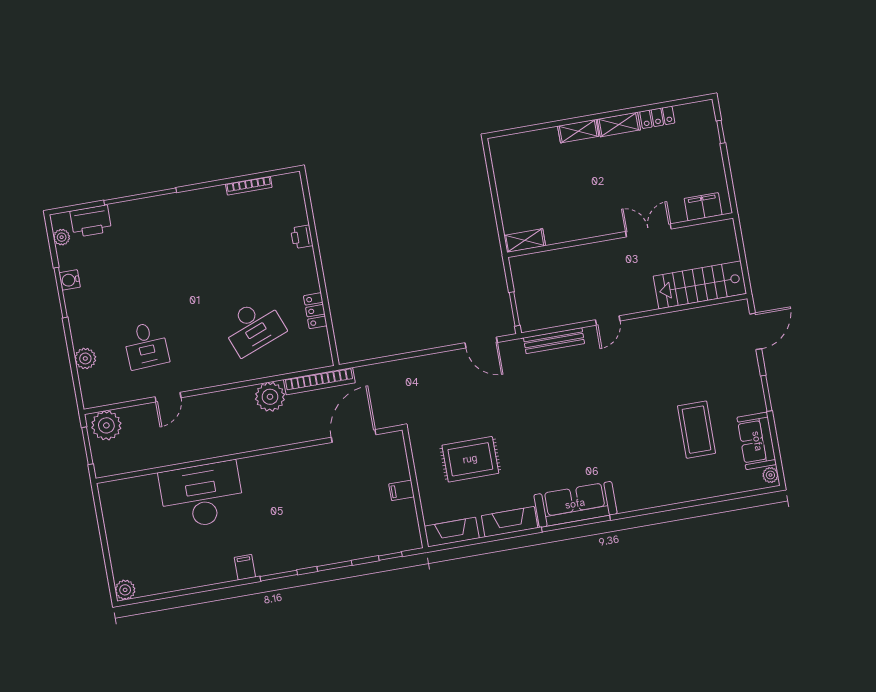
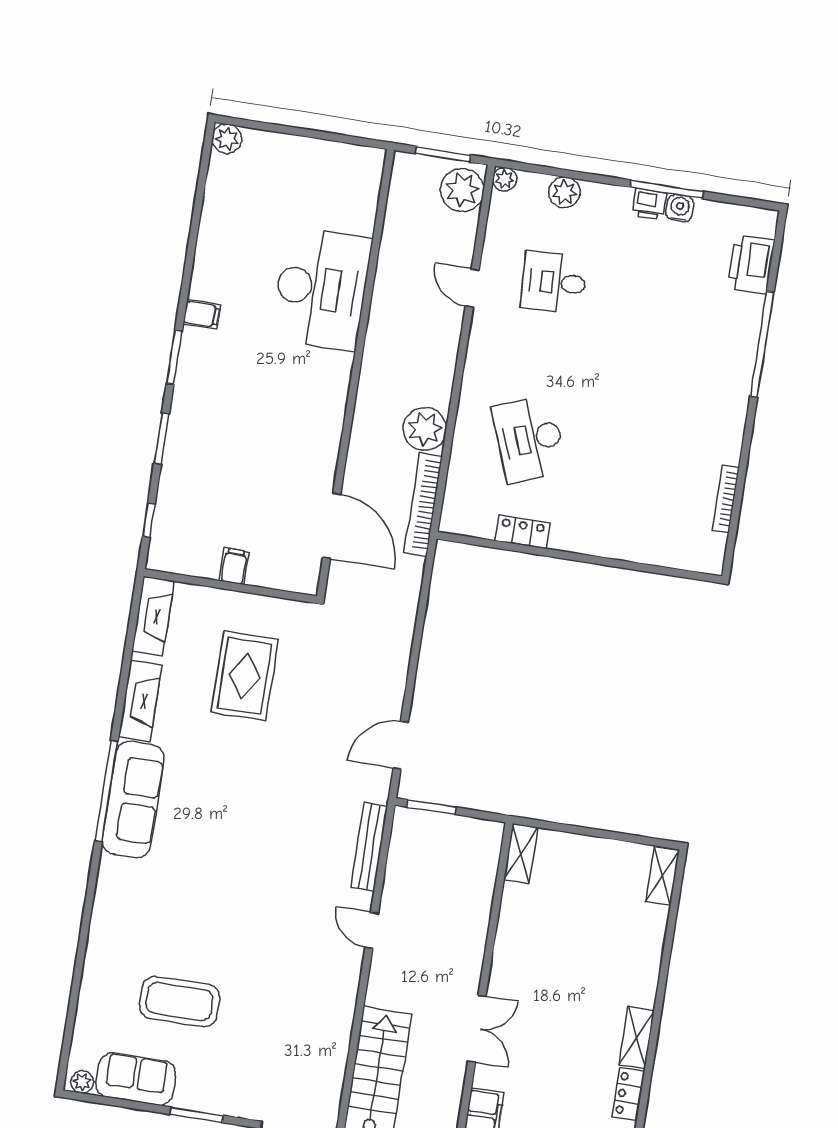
shelving: (578, 131) -> (662, 876), moved
plant: (62, 237) -> (505, 179), moved
printer: (302, 237) -> (649, 204), moved, turned 180

